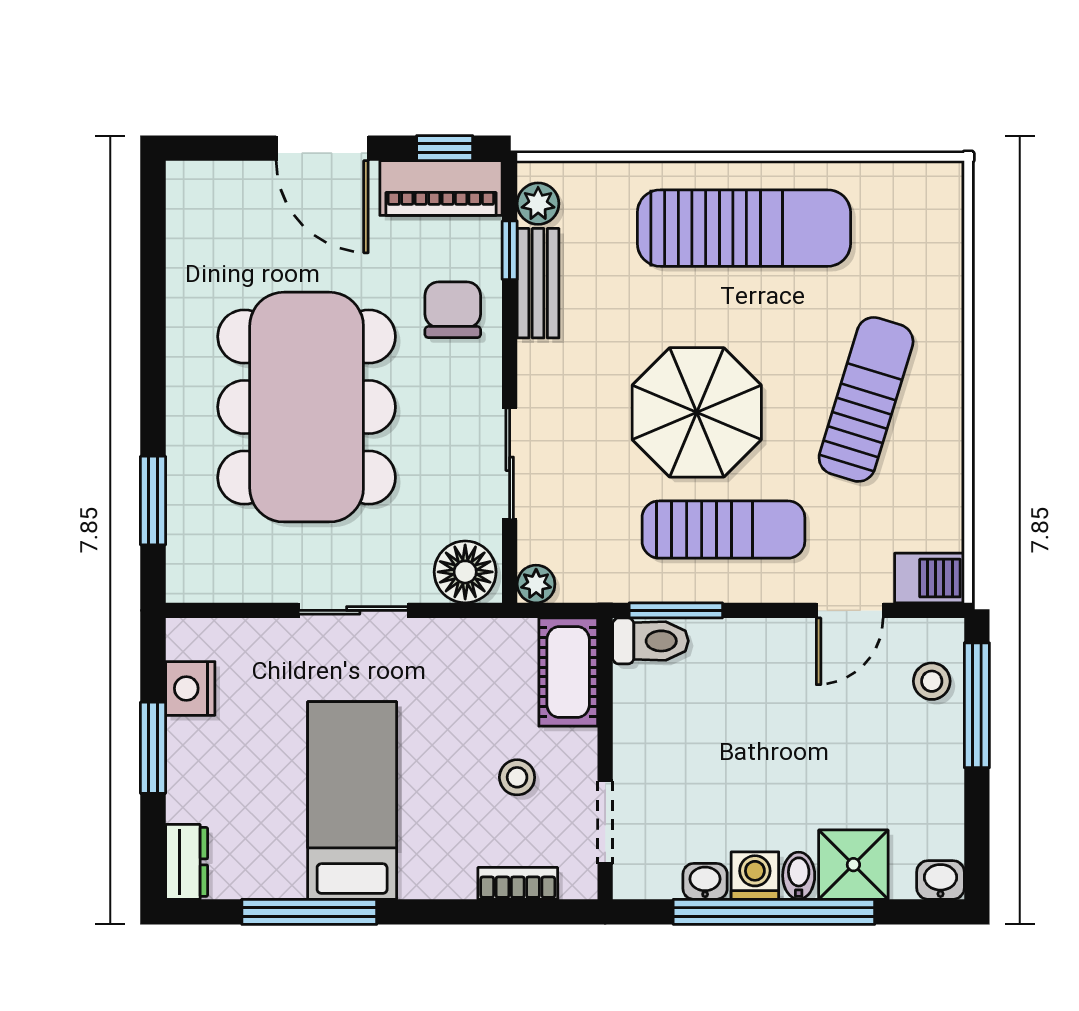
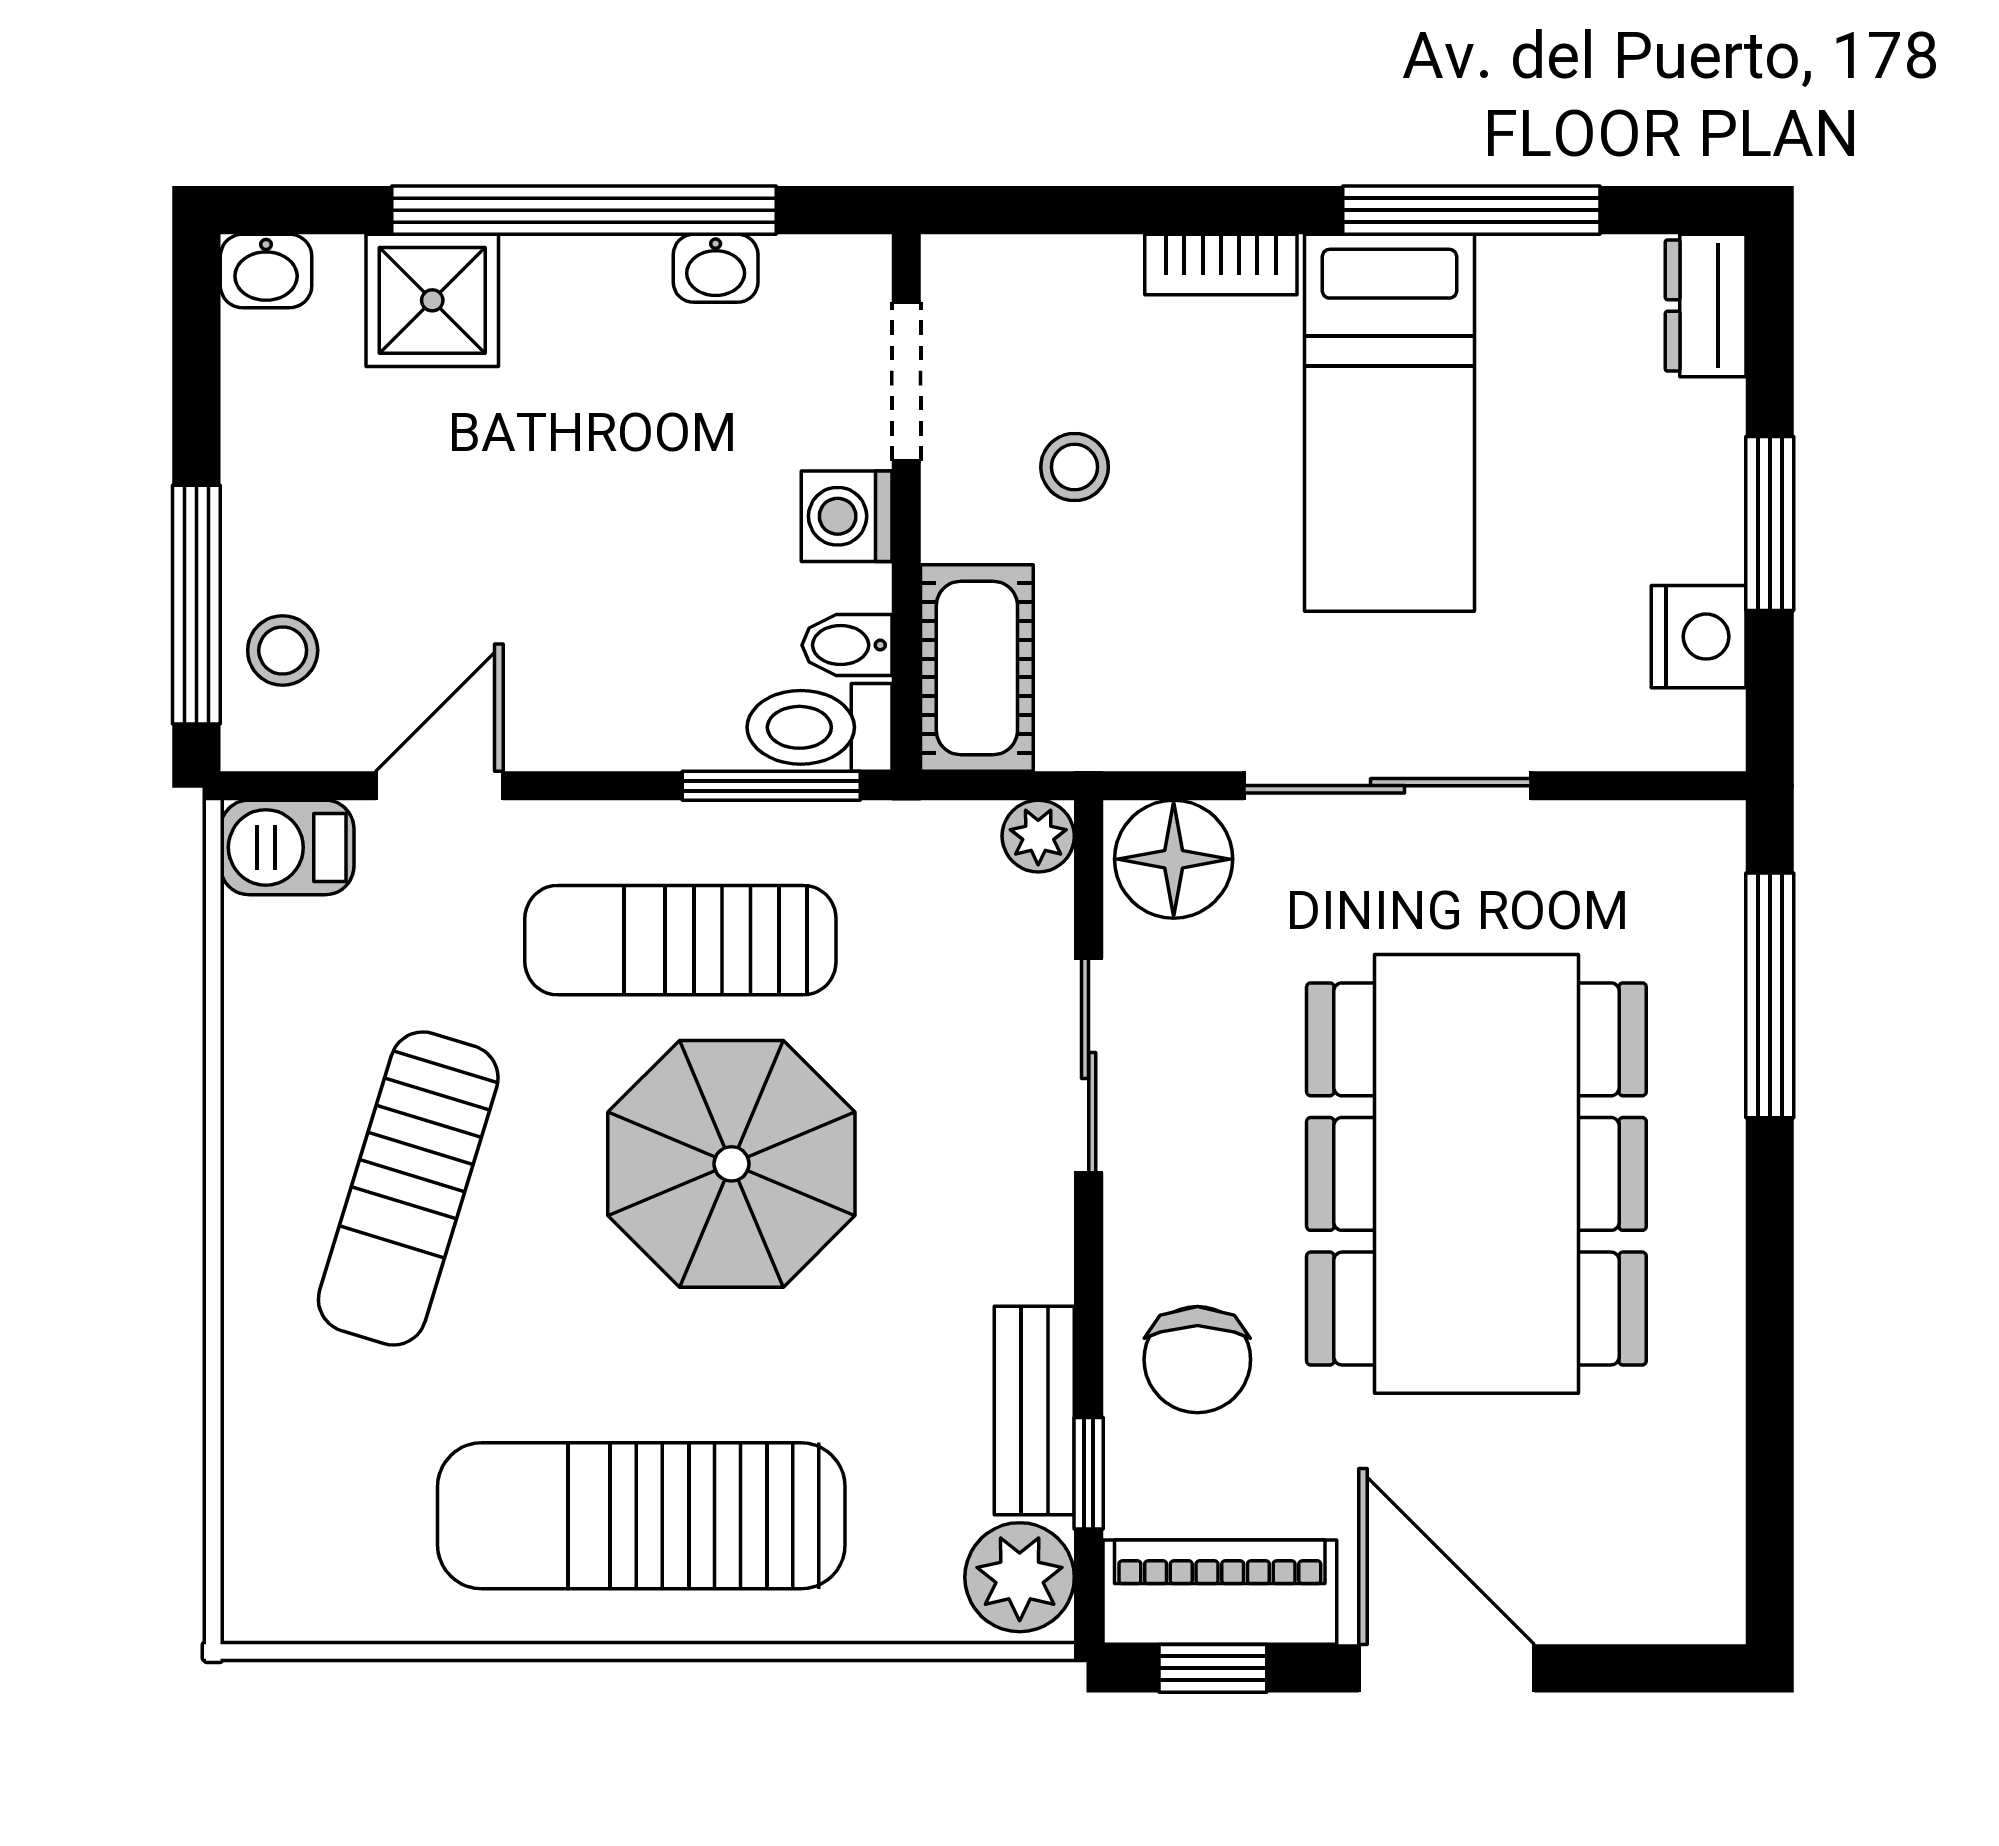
plant: (538, 204) -> (1020, 1577), width x1.38, depth x1.38
window: (153, 501) -> (1770, 995), width x1.44
sliding door: (353, 610) -> (1387, 786), width x1.37
washing machine: (755, 876) -> (847, 516), moved, turned 90
bidet: (799, 876) -> (847, 645), moved, turned 90
bookcase: (518, 883) -> (1221, 265), moved

